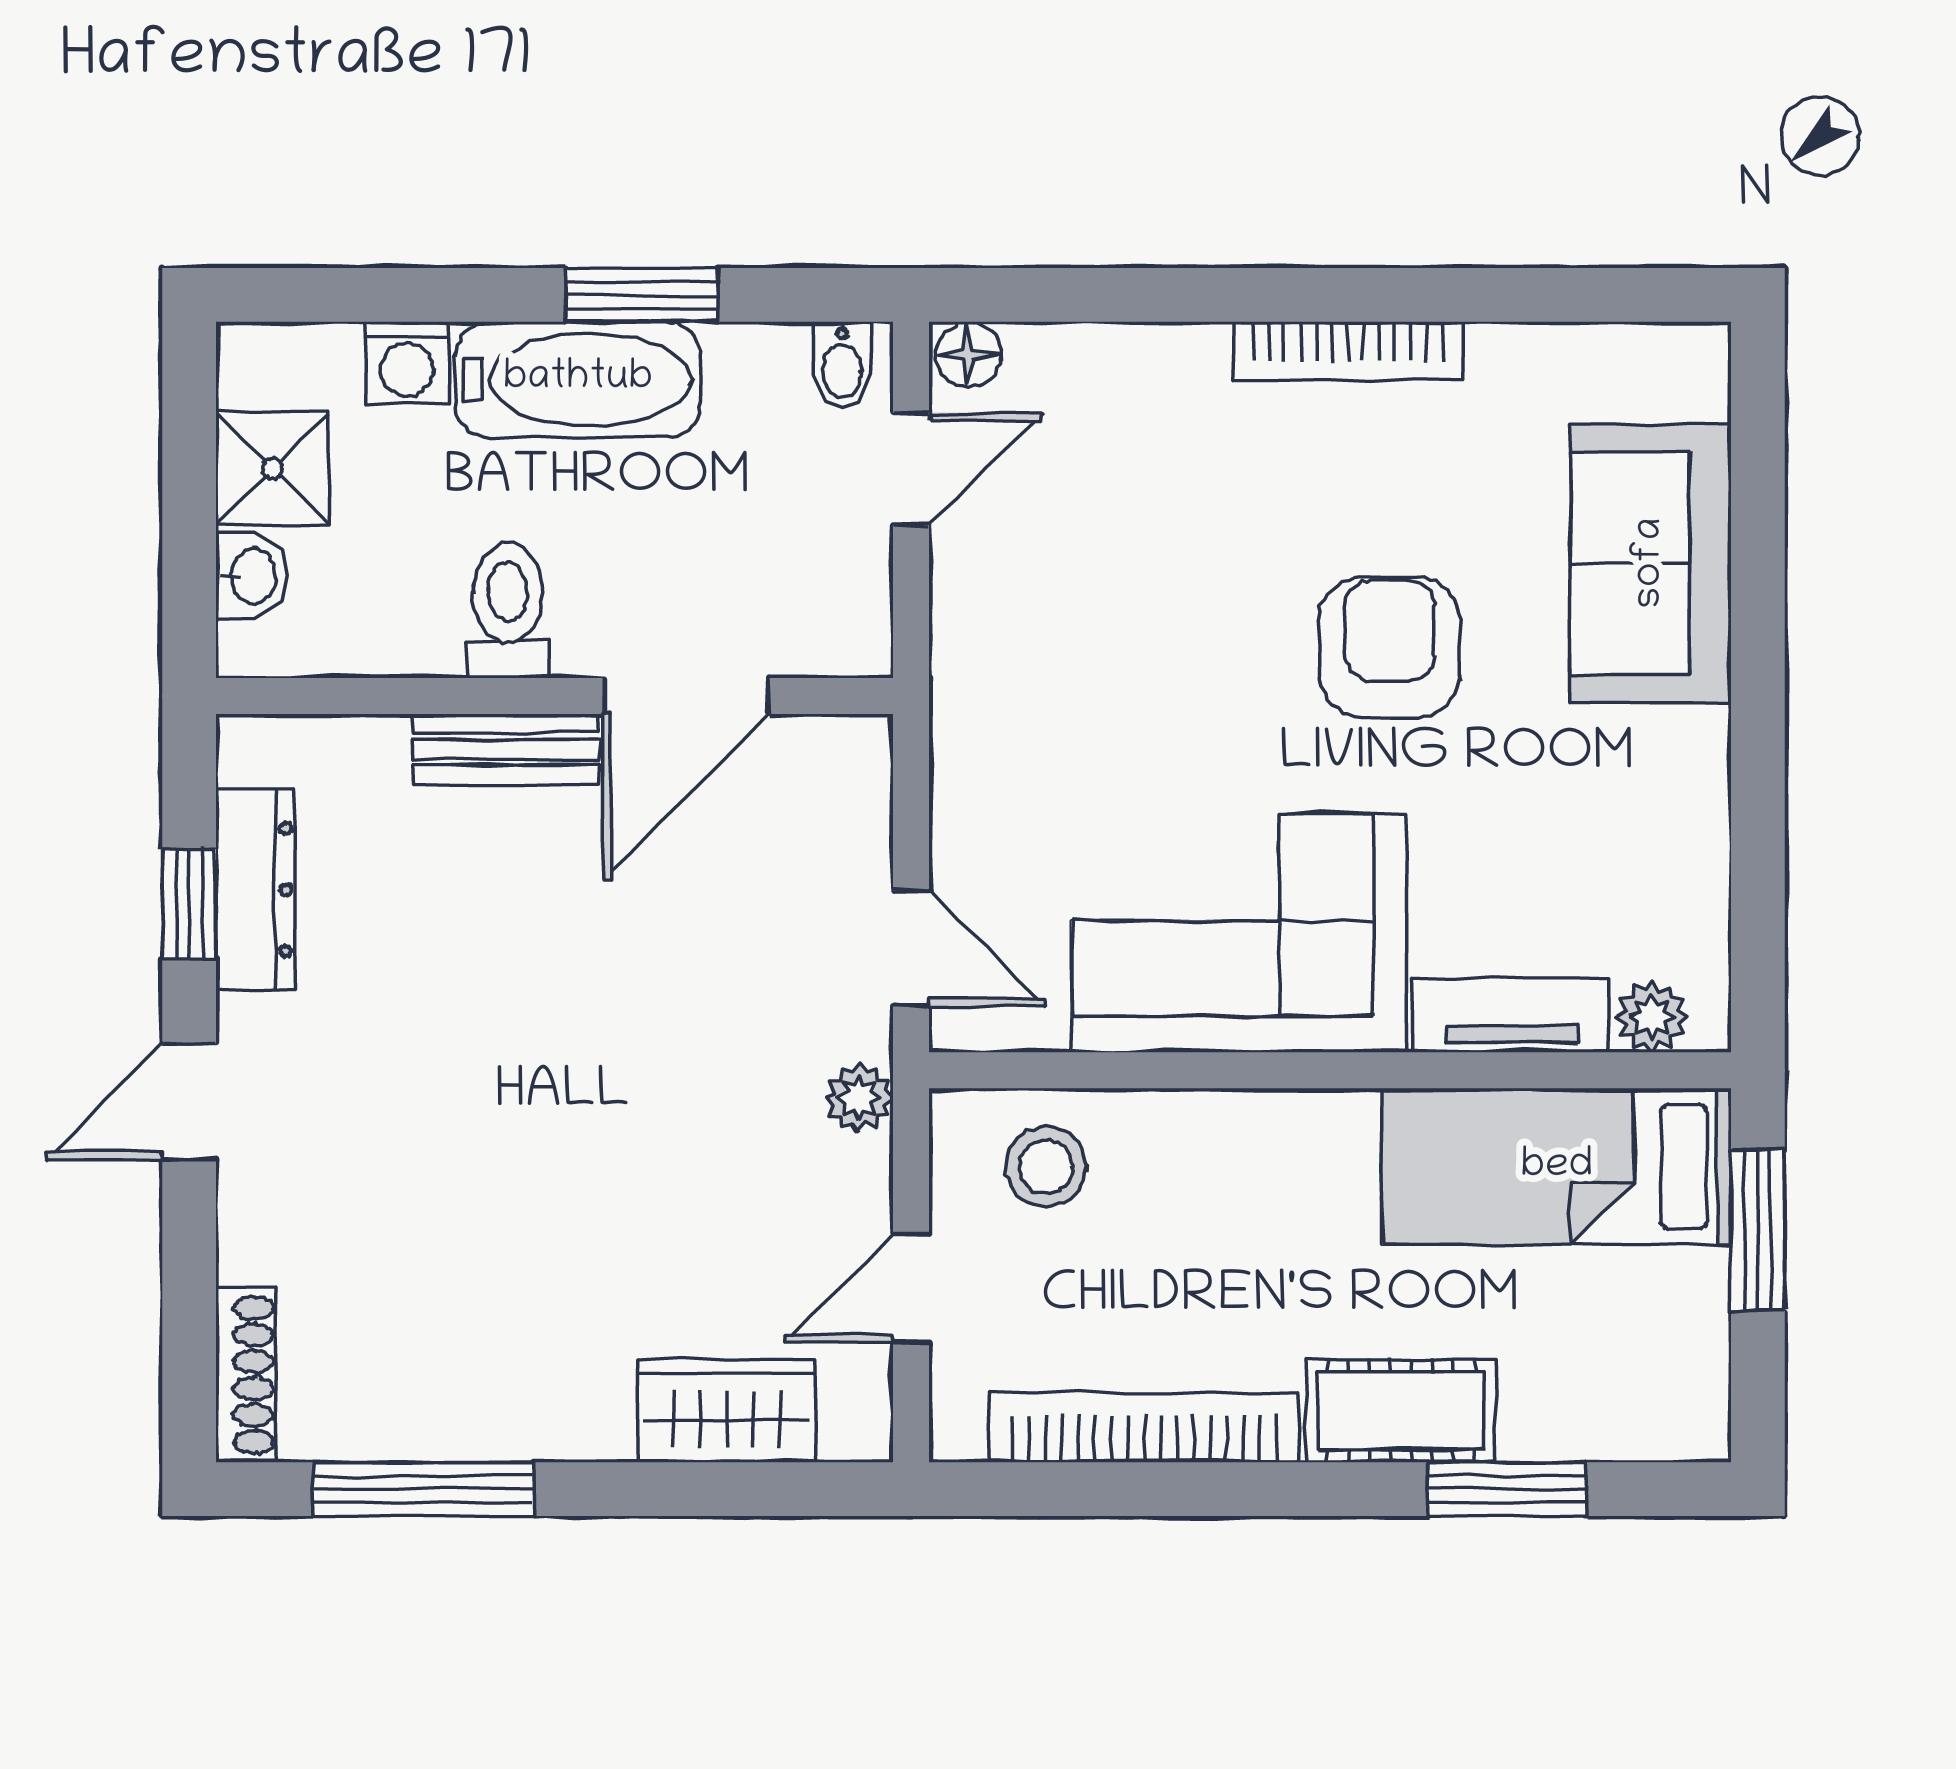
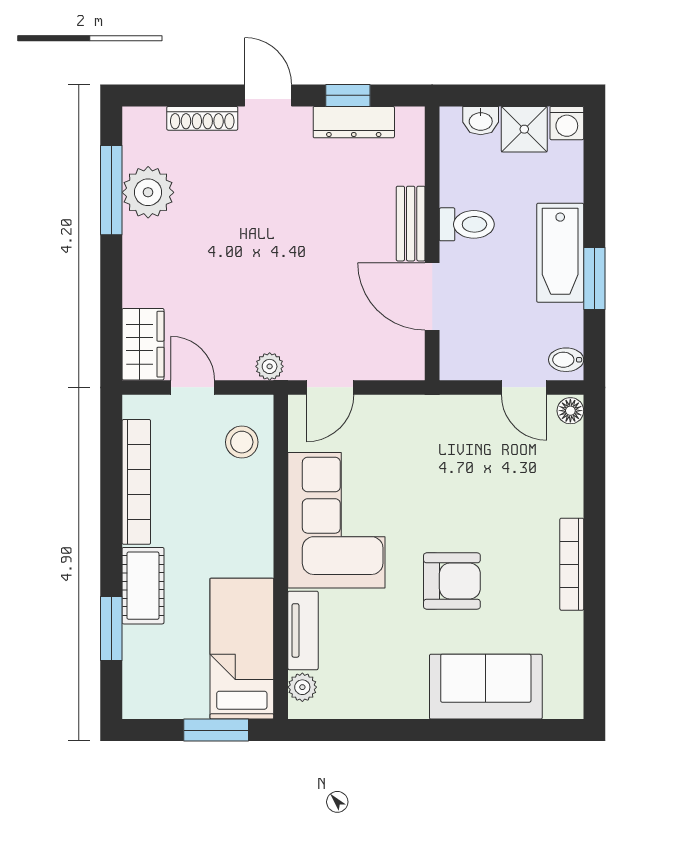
washing machine: (407, 363) -> (567, 123), moved, turned -90
shoe rack: (246, 1375) -> (202, 118), moved
plant: (428, 1398) -> (148, 192), added
wardrobe: (727, 1411) -> (143, 344), moved

